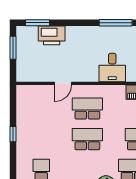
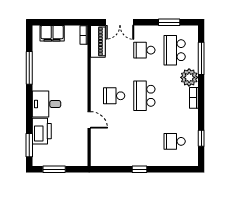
desk: (112, 68) -> (46, 104), moved, turned 180
school desk: (87, 109) -> (114, 96), width x0.54

